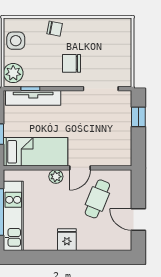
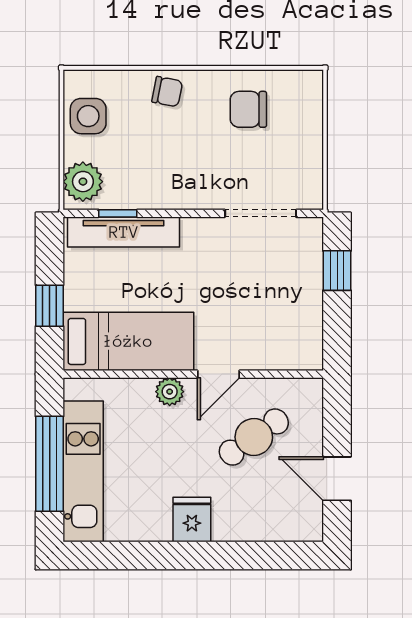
chair: (72, 63) -> (248, 109), moved
cafe table: (97, 199) -> (254, 437), turned 33

